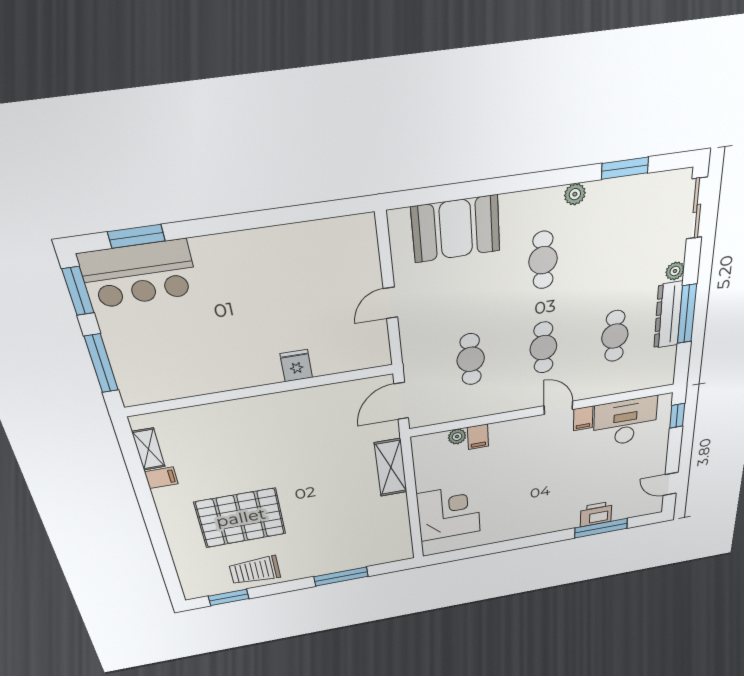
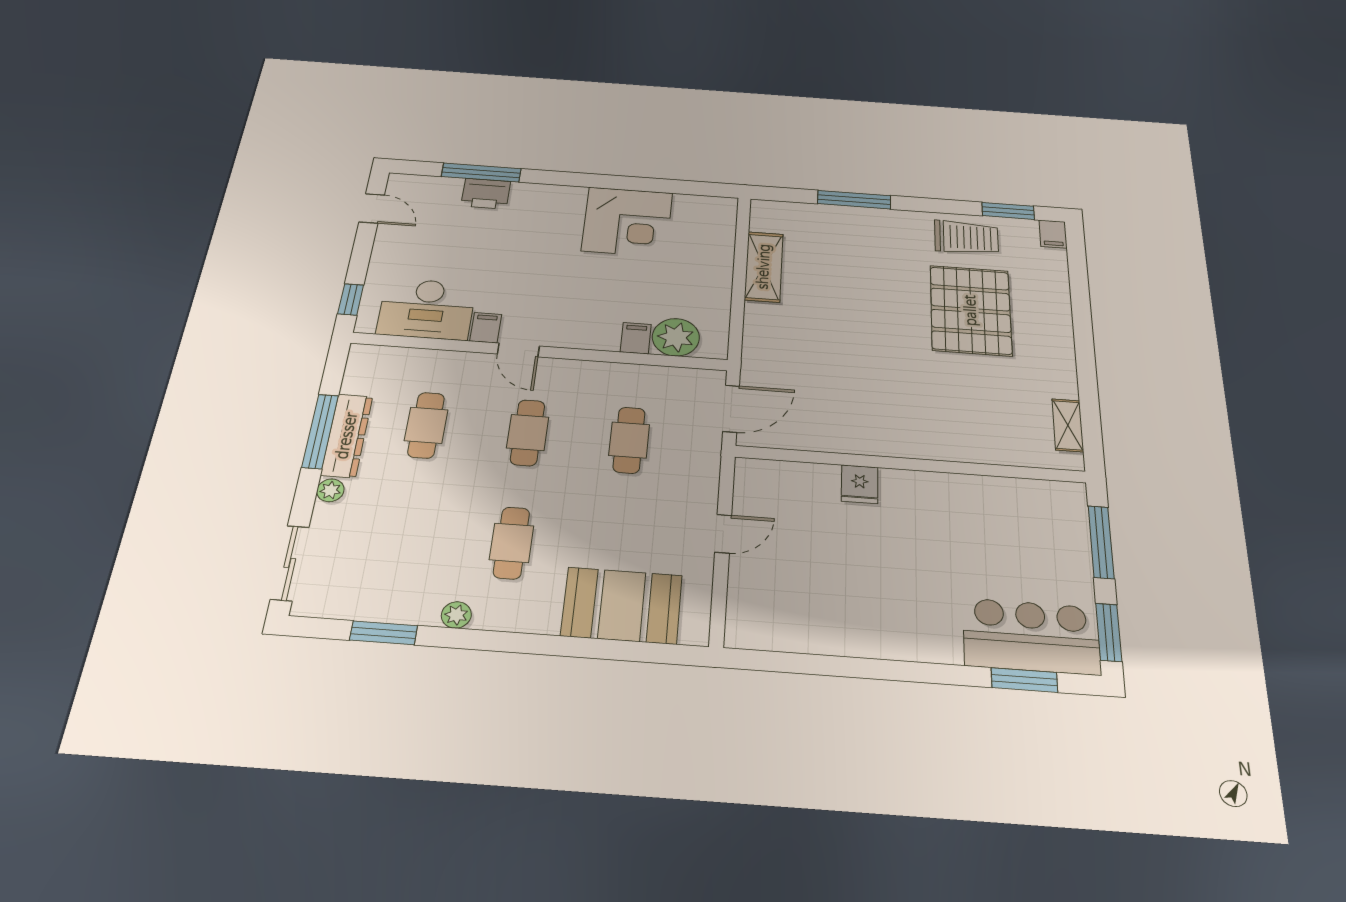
plant: (457, 437) -> (676, 337), width x1.88, depth x1.88
shelving: (391, 468) -> (764, 267), moved
filing cabinet: (161, 478) -> (1053, 234), moved, turned -90
corner desk: (449, 513) -> (627, 222), moved, turned -90
pallet: (241, 518) -> (971, 310), turned 90

